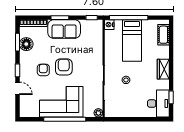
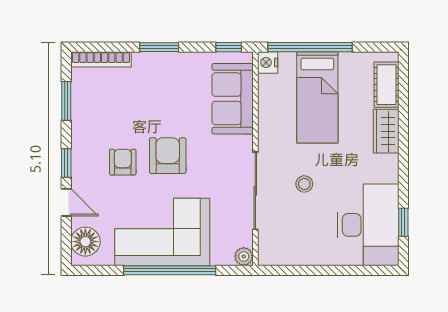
sofa: (64, 29) -> (233, 99), moved, turned 90
floor lamp: (26, 44) -> (85, 242), moved
wardrobe: (163, 69) -> (386, 131), moved
desk: (158, 104) -> (368, 225), width x1.36, depth x1.30

